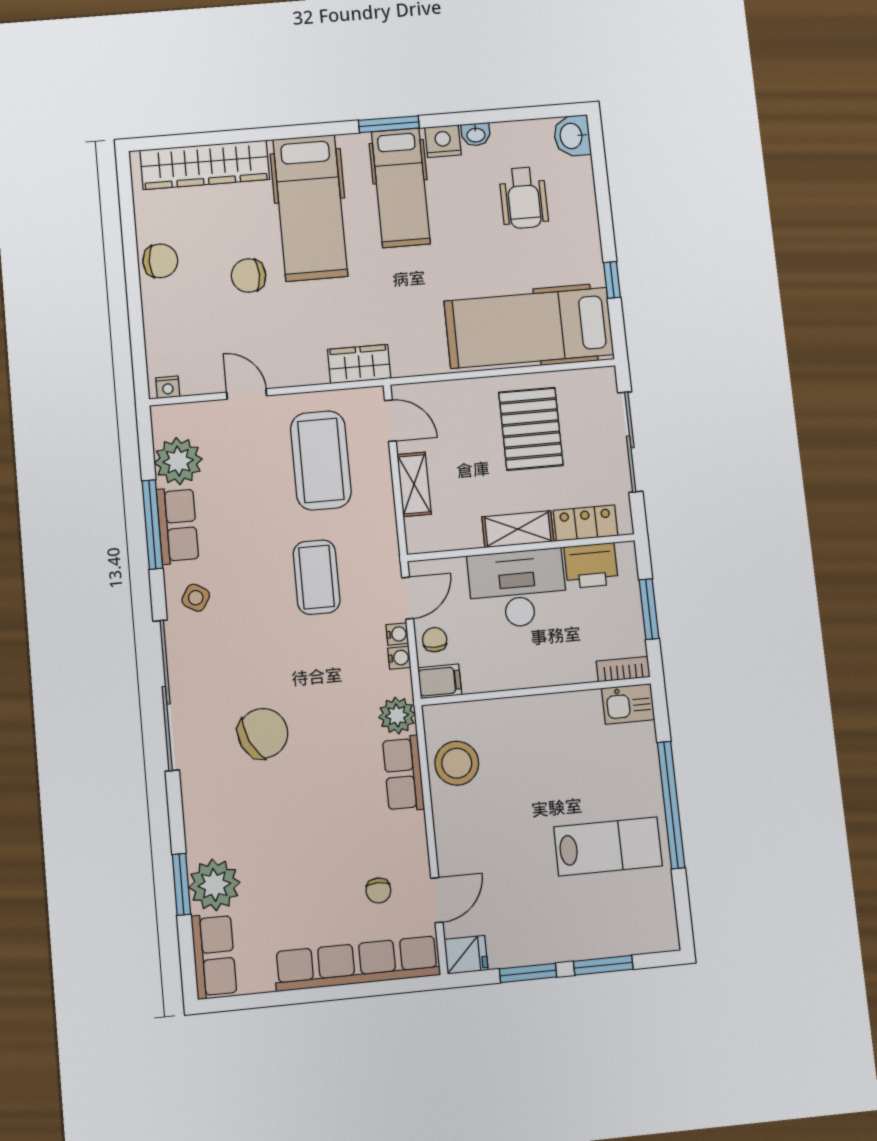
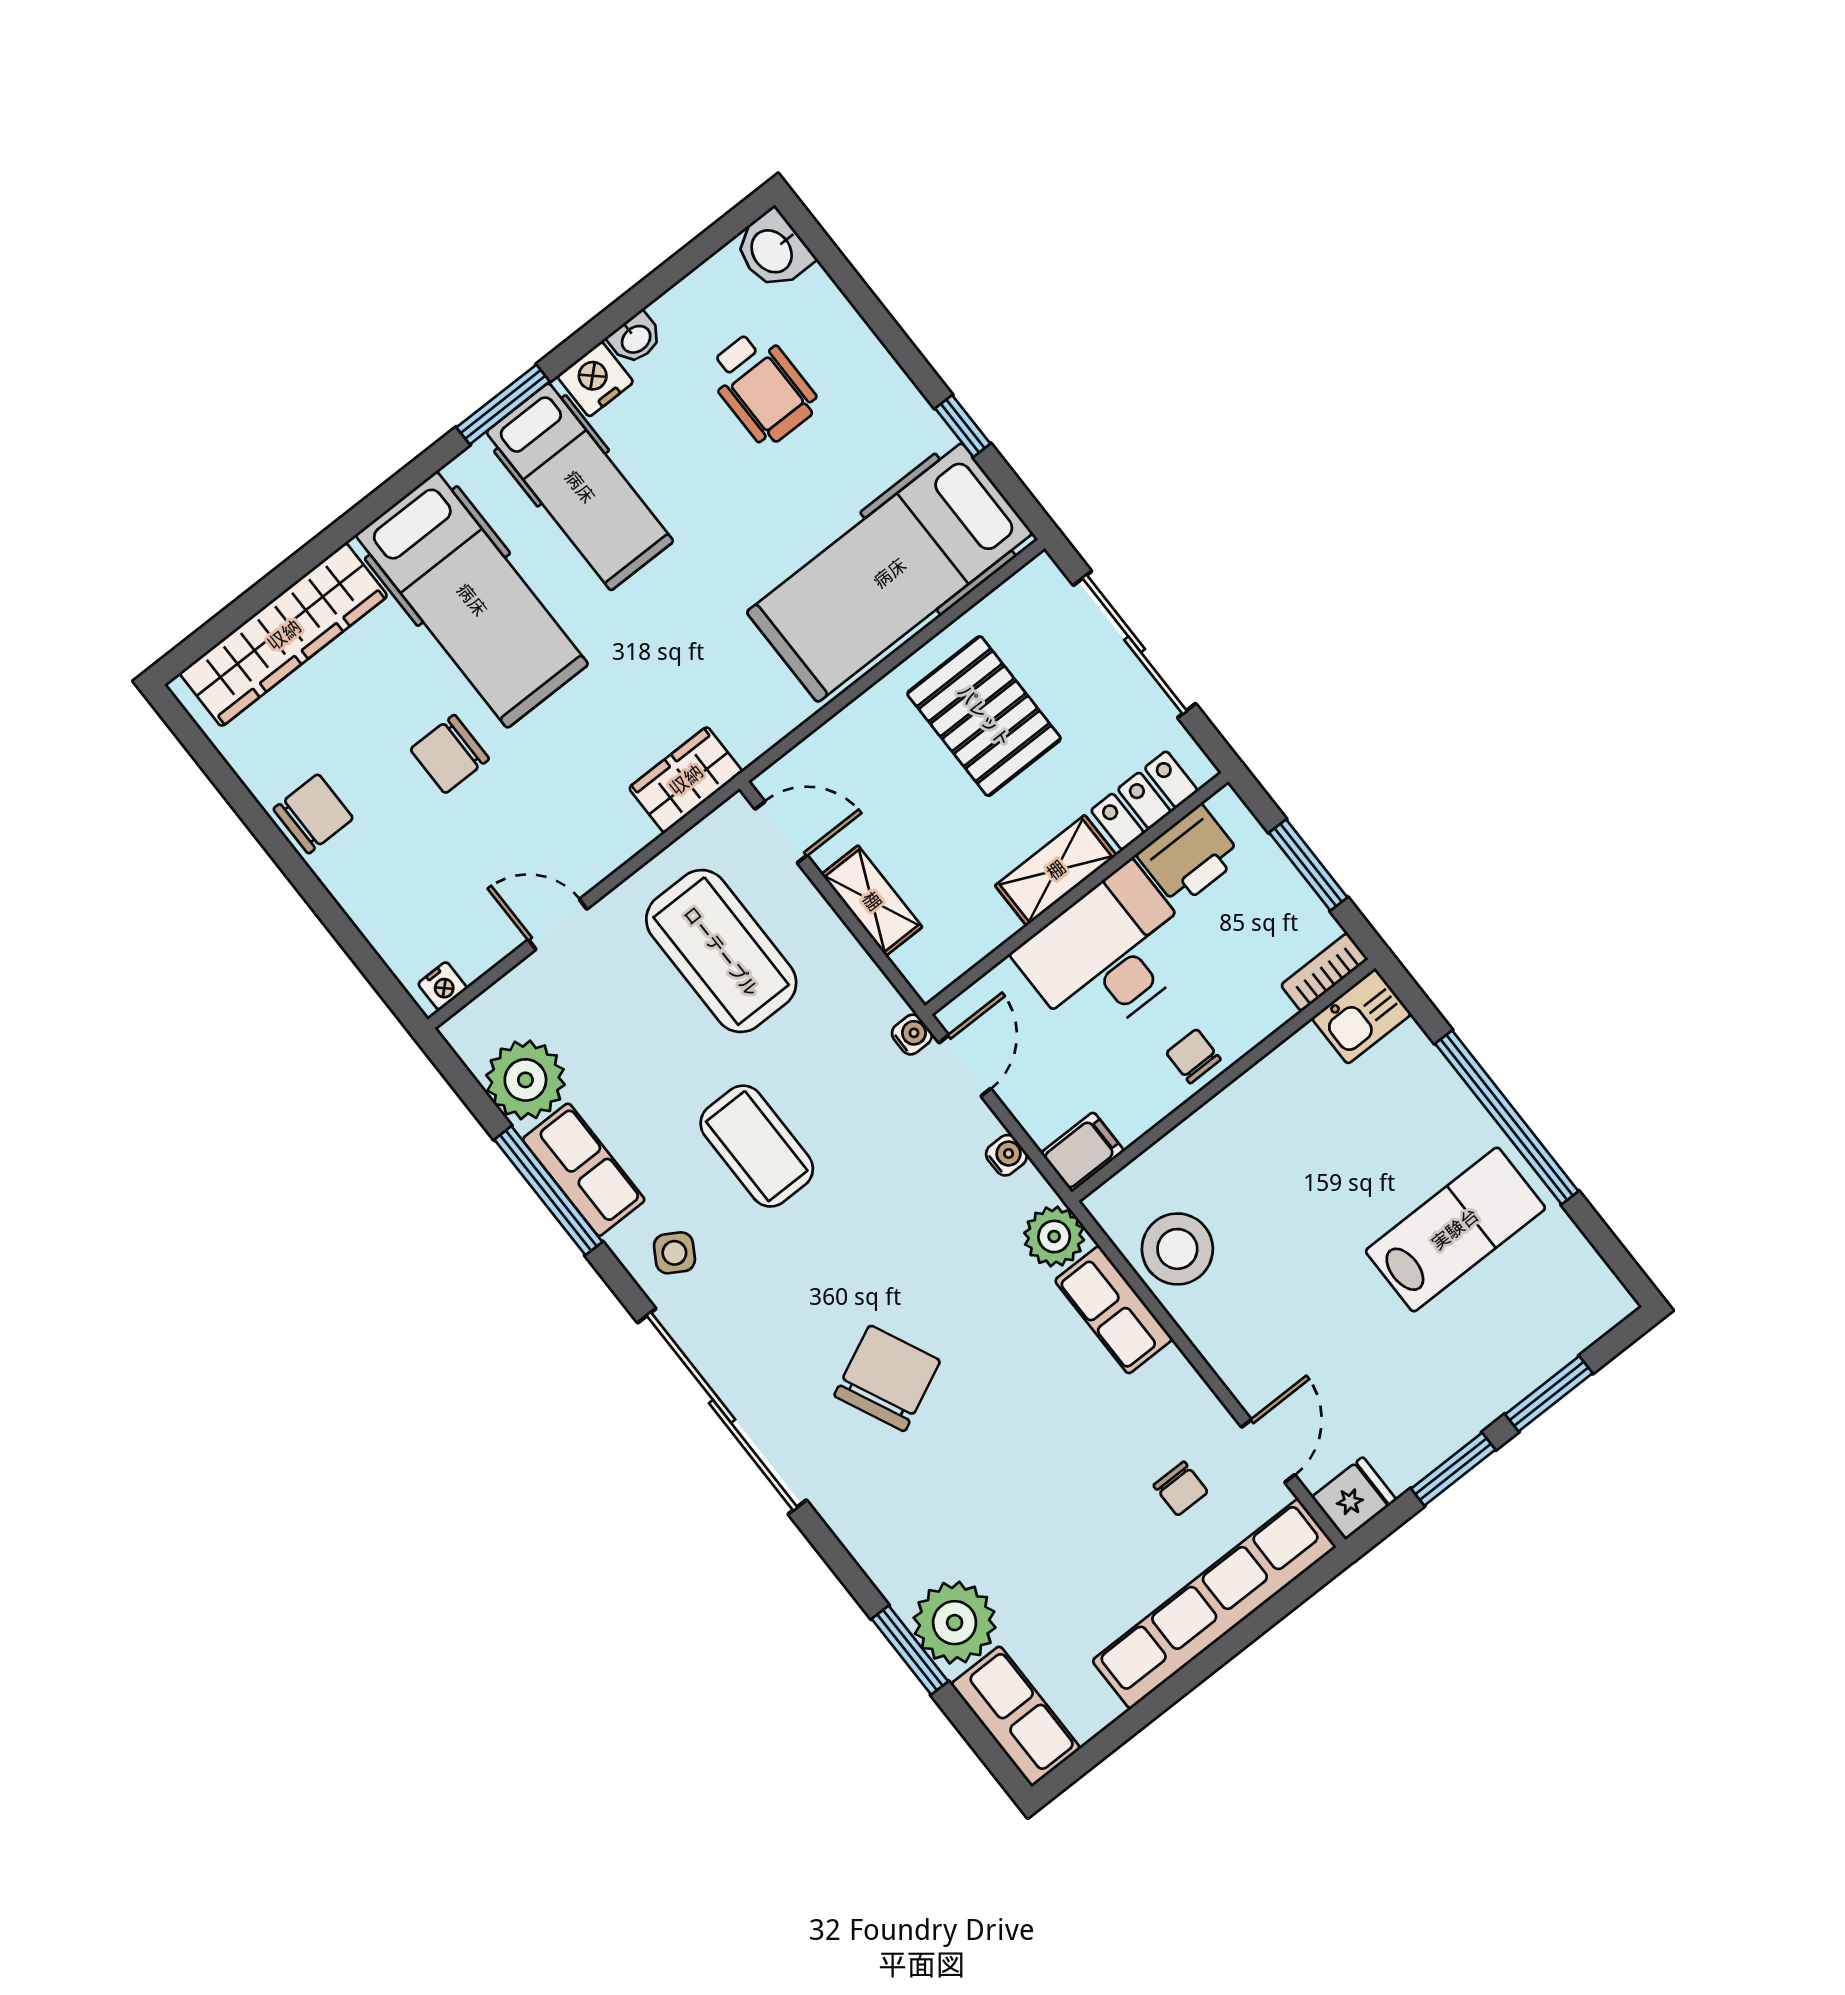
coffee table: (317, 577) -> (757, 1146), moved
water cooler: (397, 634) -> (912, 1035), moved
chair: (435, 640) -> (1193, 1056), moved

